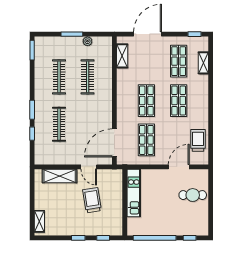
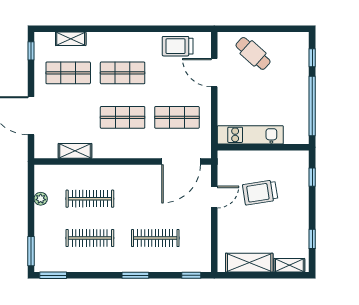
window: (72, 34) -> (31, 251), moved
shelving: (122, 56) -> (75, 151), moved
window: (32, 134) -> (191, 275), moved
door: (114, 143) -> (181, 161), hinge flipped
shelving: (60, 176) -> (249, 263), moved, turned 90
cafe table: (193, 195) -> (253, 53), turned -48
window: (78, 238) -> (312, 239), moved

